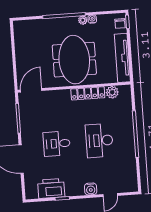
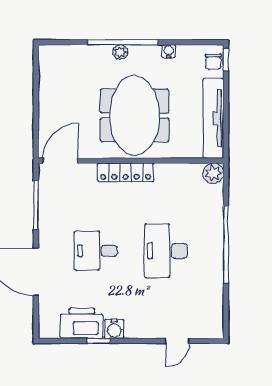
plant: (83, 20) -> (120, 52), moved
plant: (112, 92) -> (213, 173), moved
locker: (88, 93) -> (126, 172), moved
water cooler: (91, 189) -> (114, 329), moved

